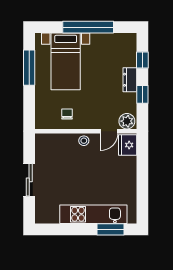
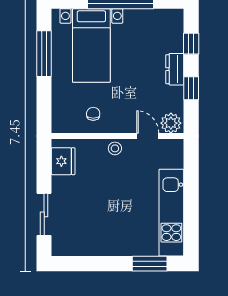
door: (109, 131) -> (148, 136), swing flipped
fridge: (128, 145) -> (63, 161), moved, turned 180
sliding door: (29, 180) -> (44, 214), moved
kitchen unit: (93, 214) -> (171, 213), moved, turned -90

